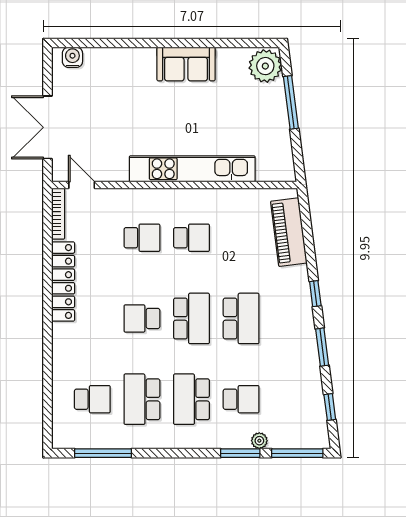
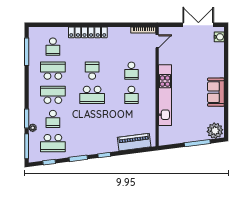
double door: (47, 127) -> (198, 25), moved
locker: (63, 281) -> (88, 32), moved
school desk: (241, 318) -> (53, 143), moved

